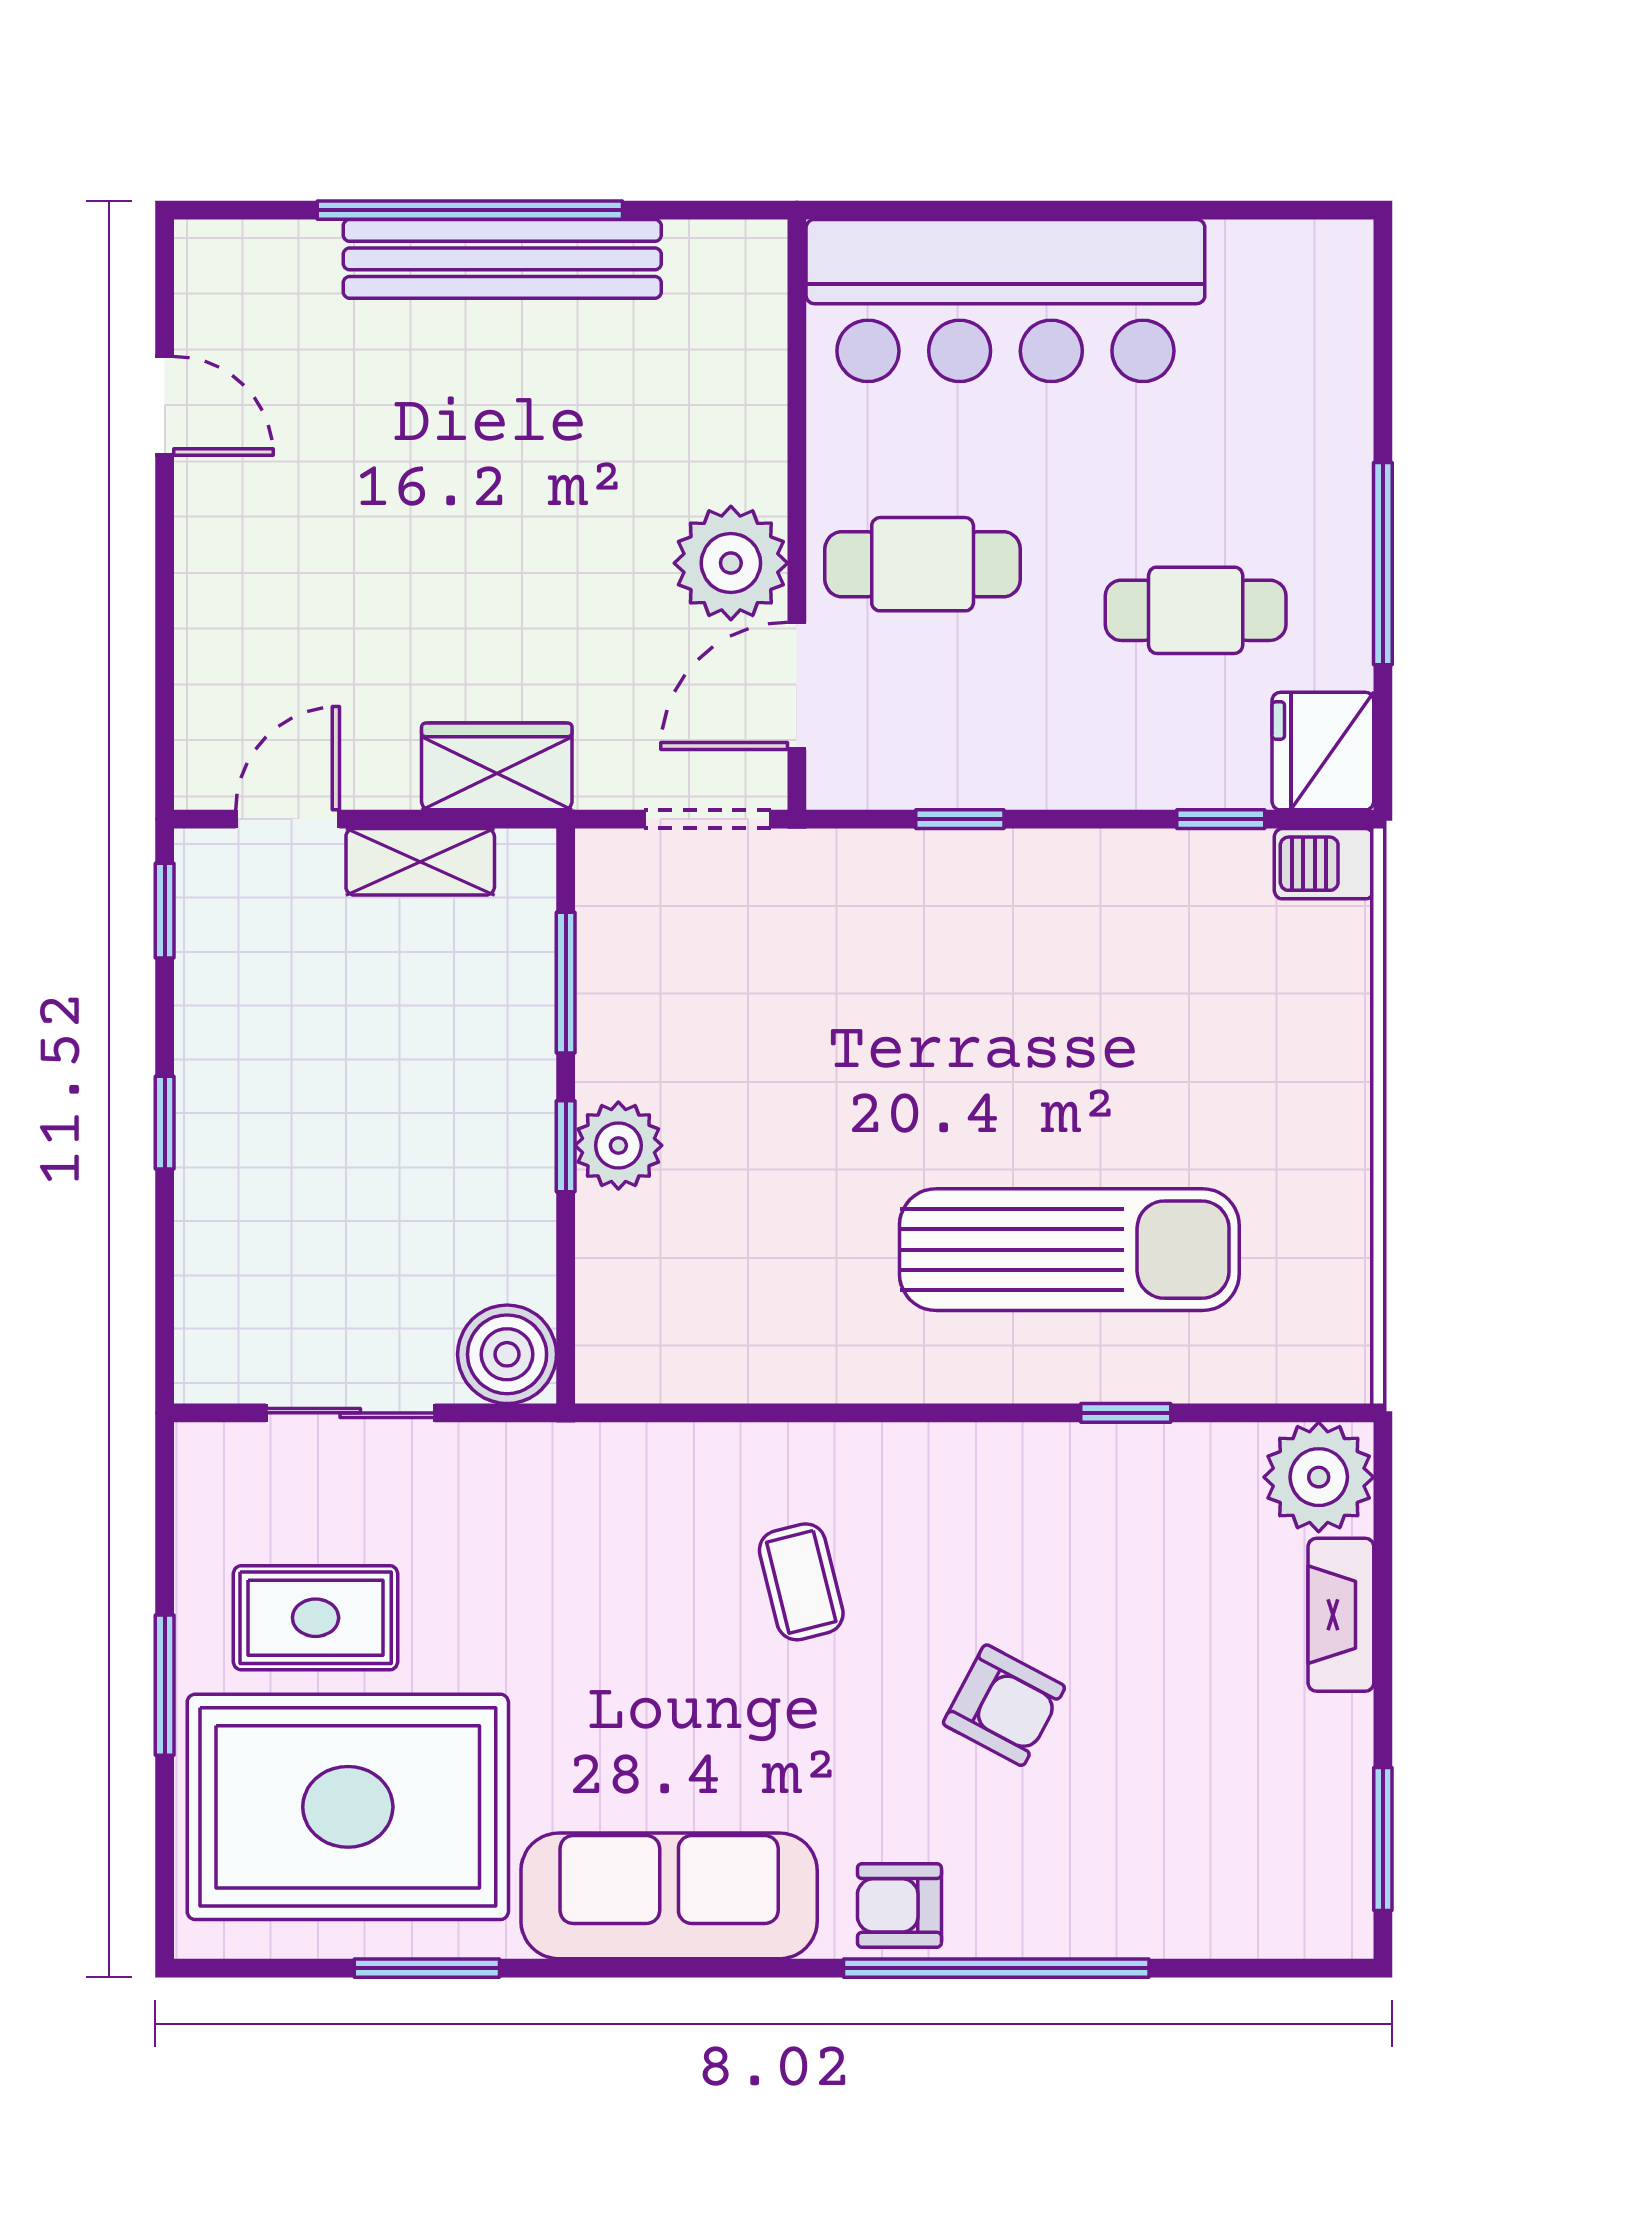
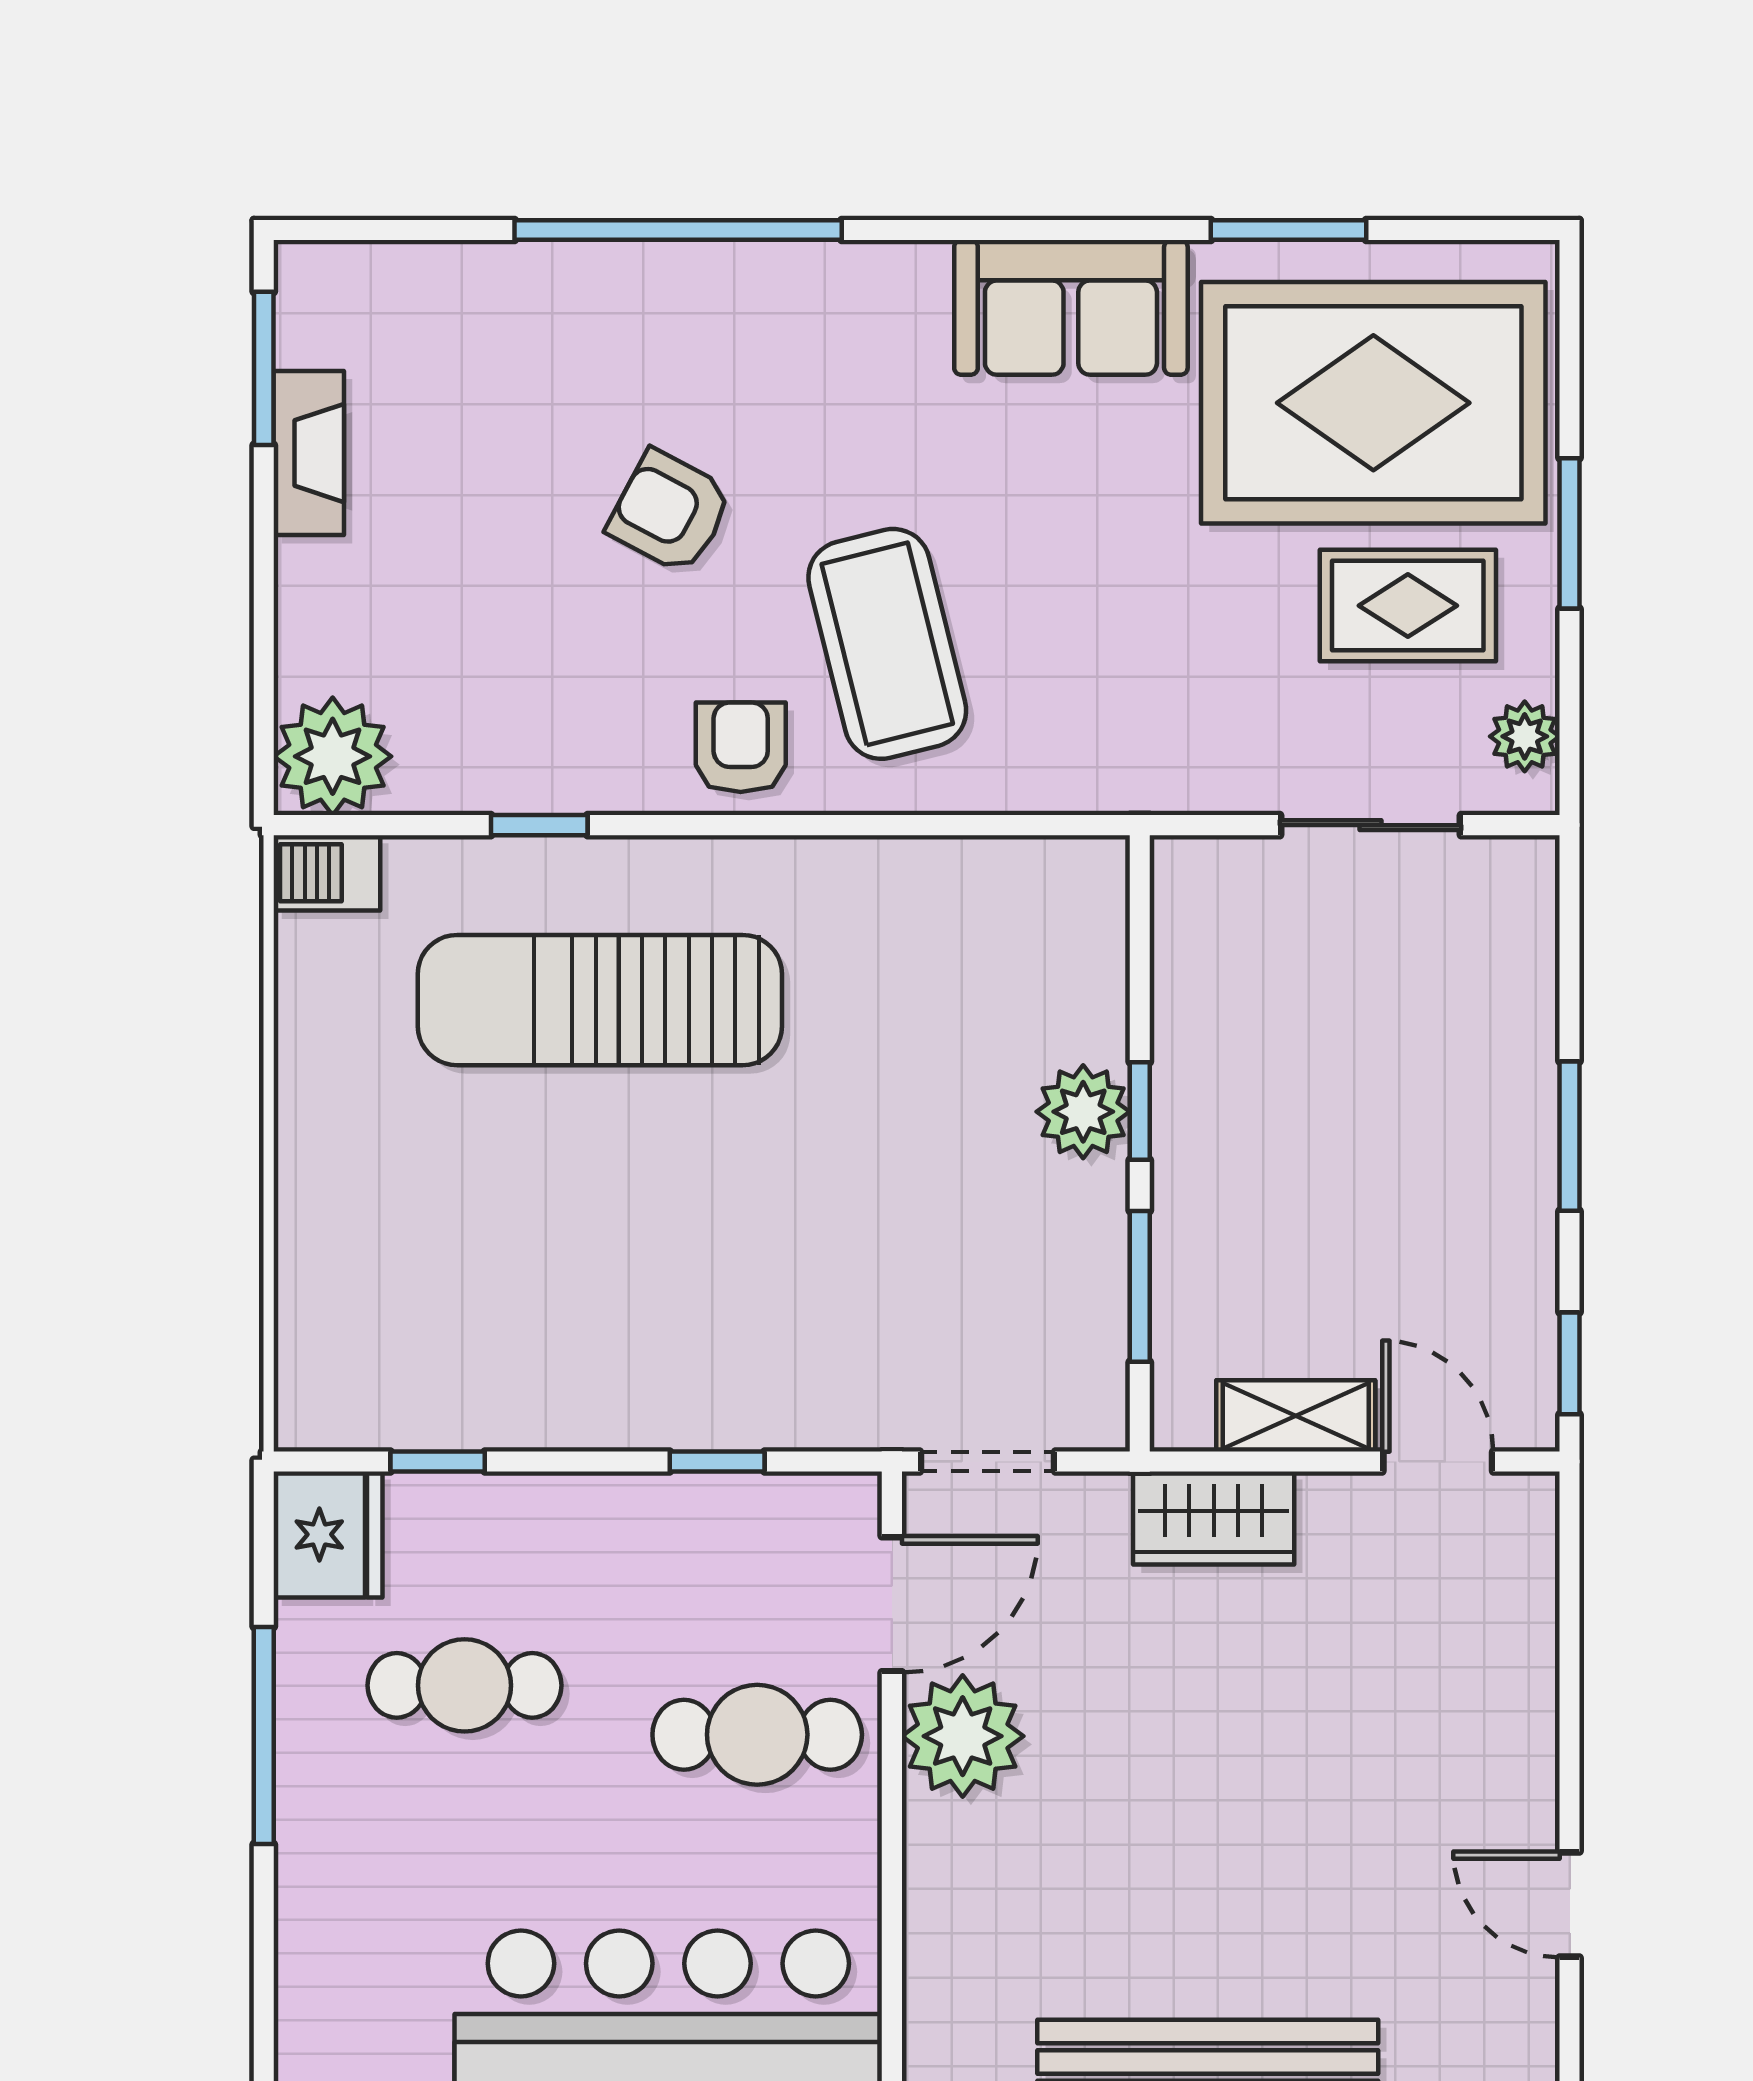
door: (288, 819) -> (1438, 1461), swing flipped
barbecue: (1324, 864) -> (327, 873), moved, turned 180
window: (165, 1123) -> (1570, 1136), width x1.50
boiler: (507, 1354) -> (1203, 888), removed
plant: (207, 1496) -> (1525, 736), added
coffee table: (801, 1582) -> (887, 644), width x1.86, depth x1.72
fireplace: (1341, 1615) -> (309, 453), moved
sofa: (669, 1896) -> (1071, 307), width x0.73
armchair: (899, 1905) -> (741, 747), moved, turned -90

